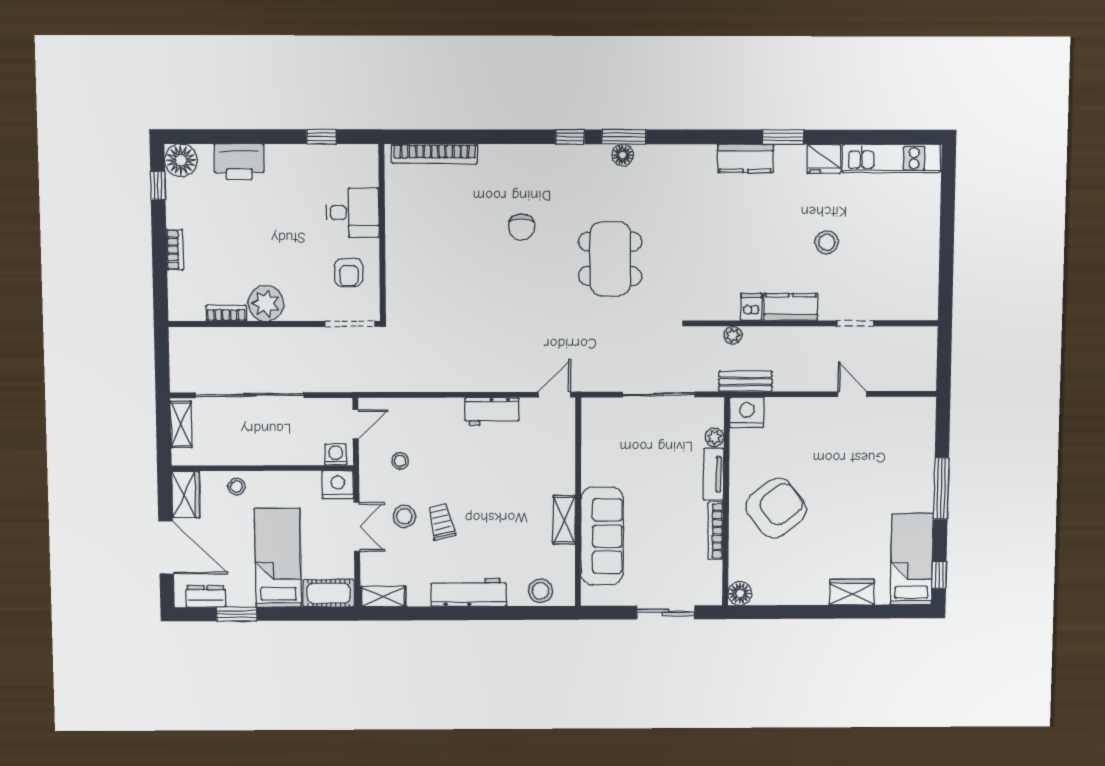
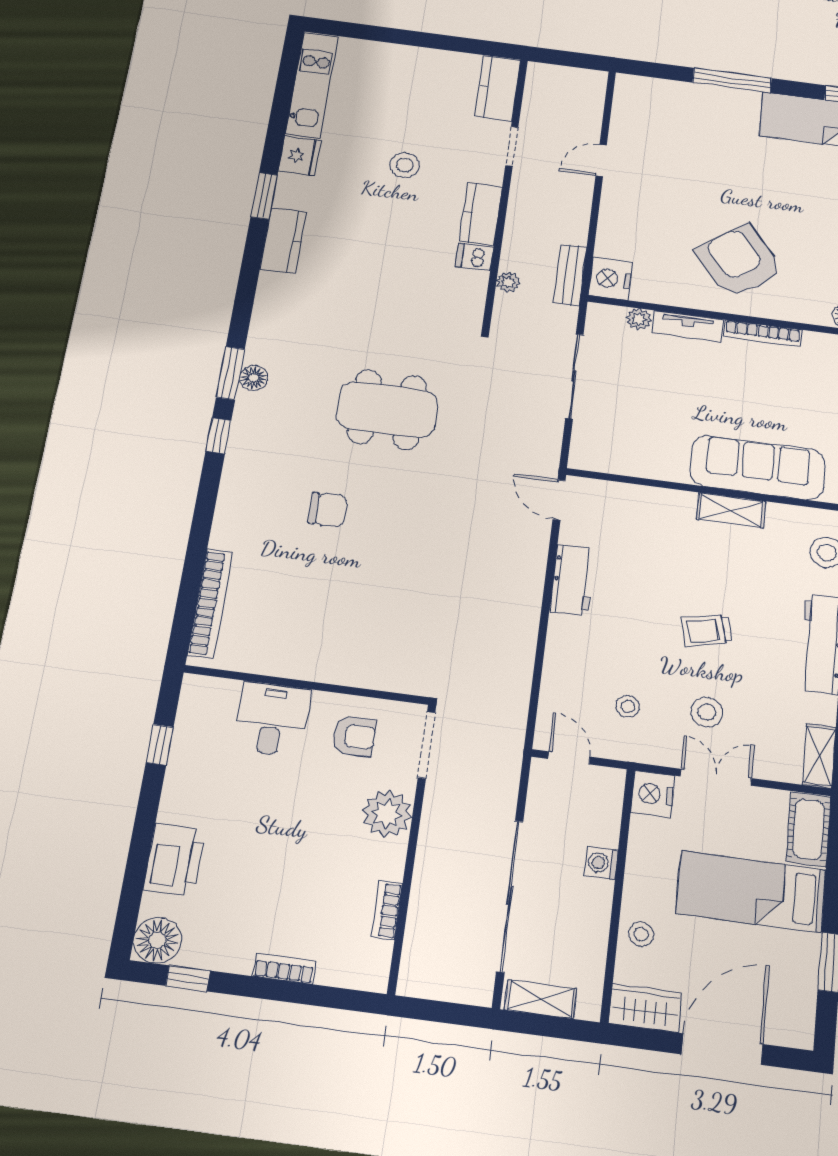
plant: (266, 303) -> (387, 814), moved
kitchen counter: (909, 306) -> (498, 88), added
washing machine: (336, 455) -> (601, 863), moved
trolley: (441, 522) -> (707, 630), moved
dresser: (206, 596) -> (800, 1003), removed

